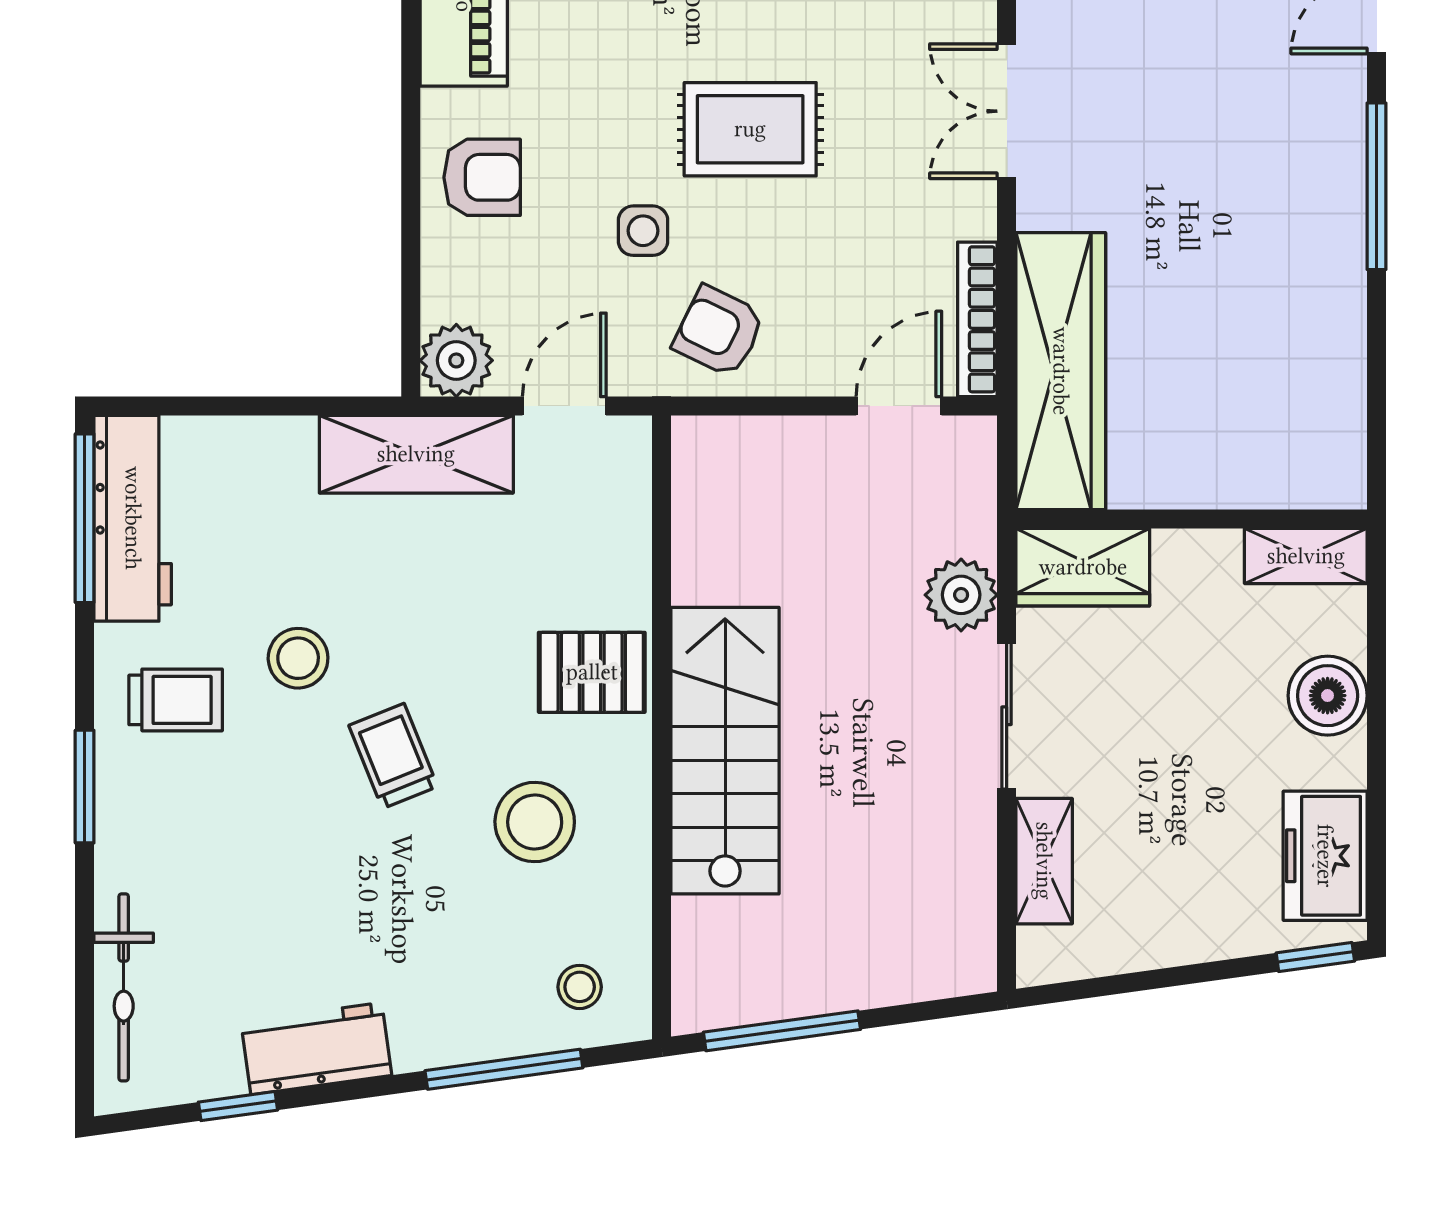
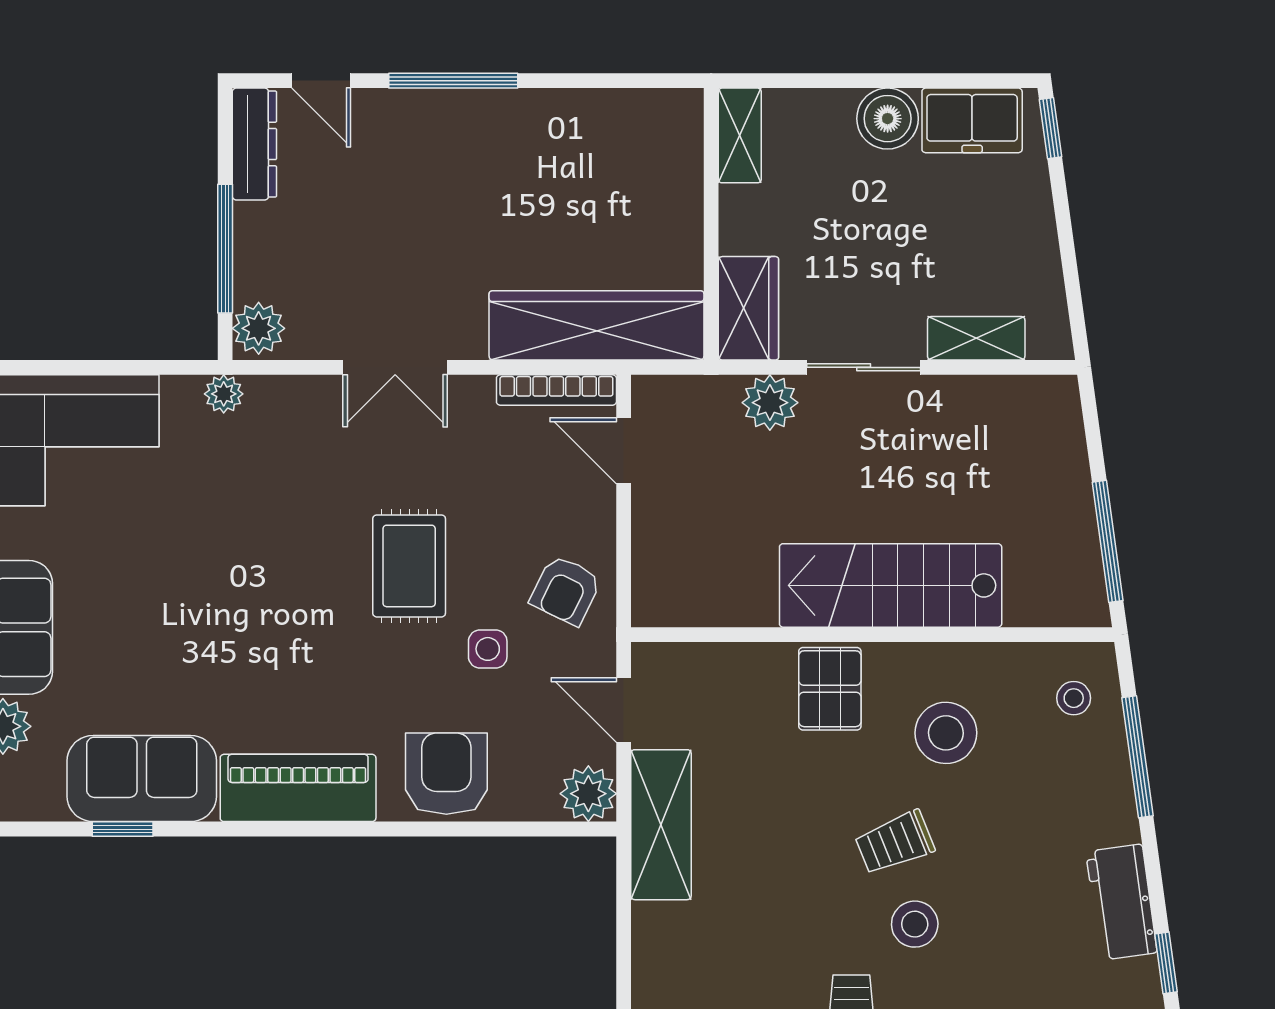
armchair: (482, 177) -> (446, 774), width x1.38, depth x1.38
stool: (298, 658) -> (915, 924), moved
boiler: (1328, 696) -> (888, 119), moved

